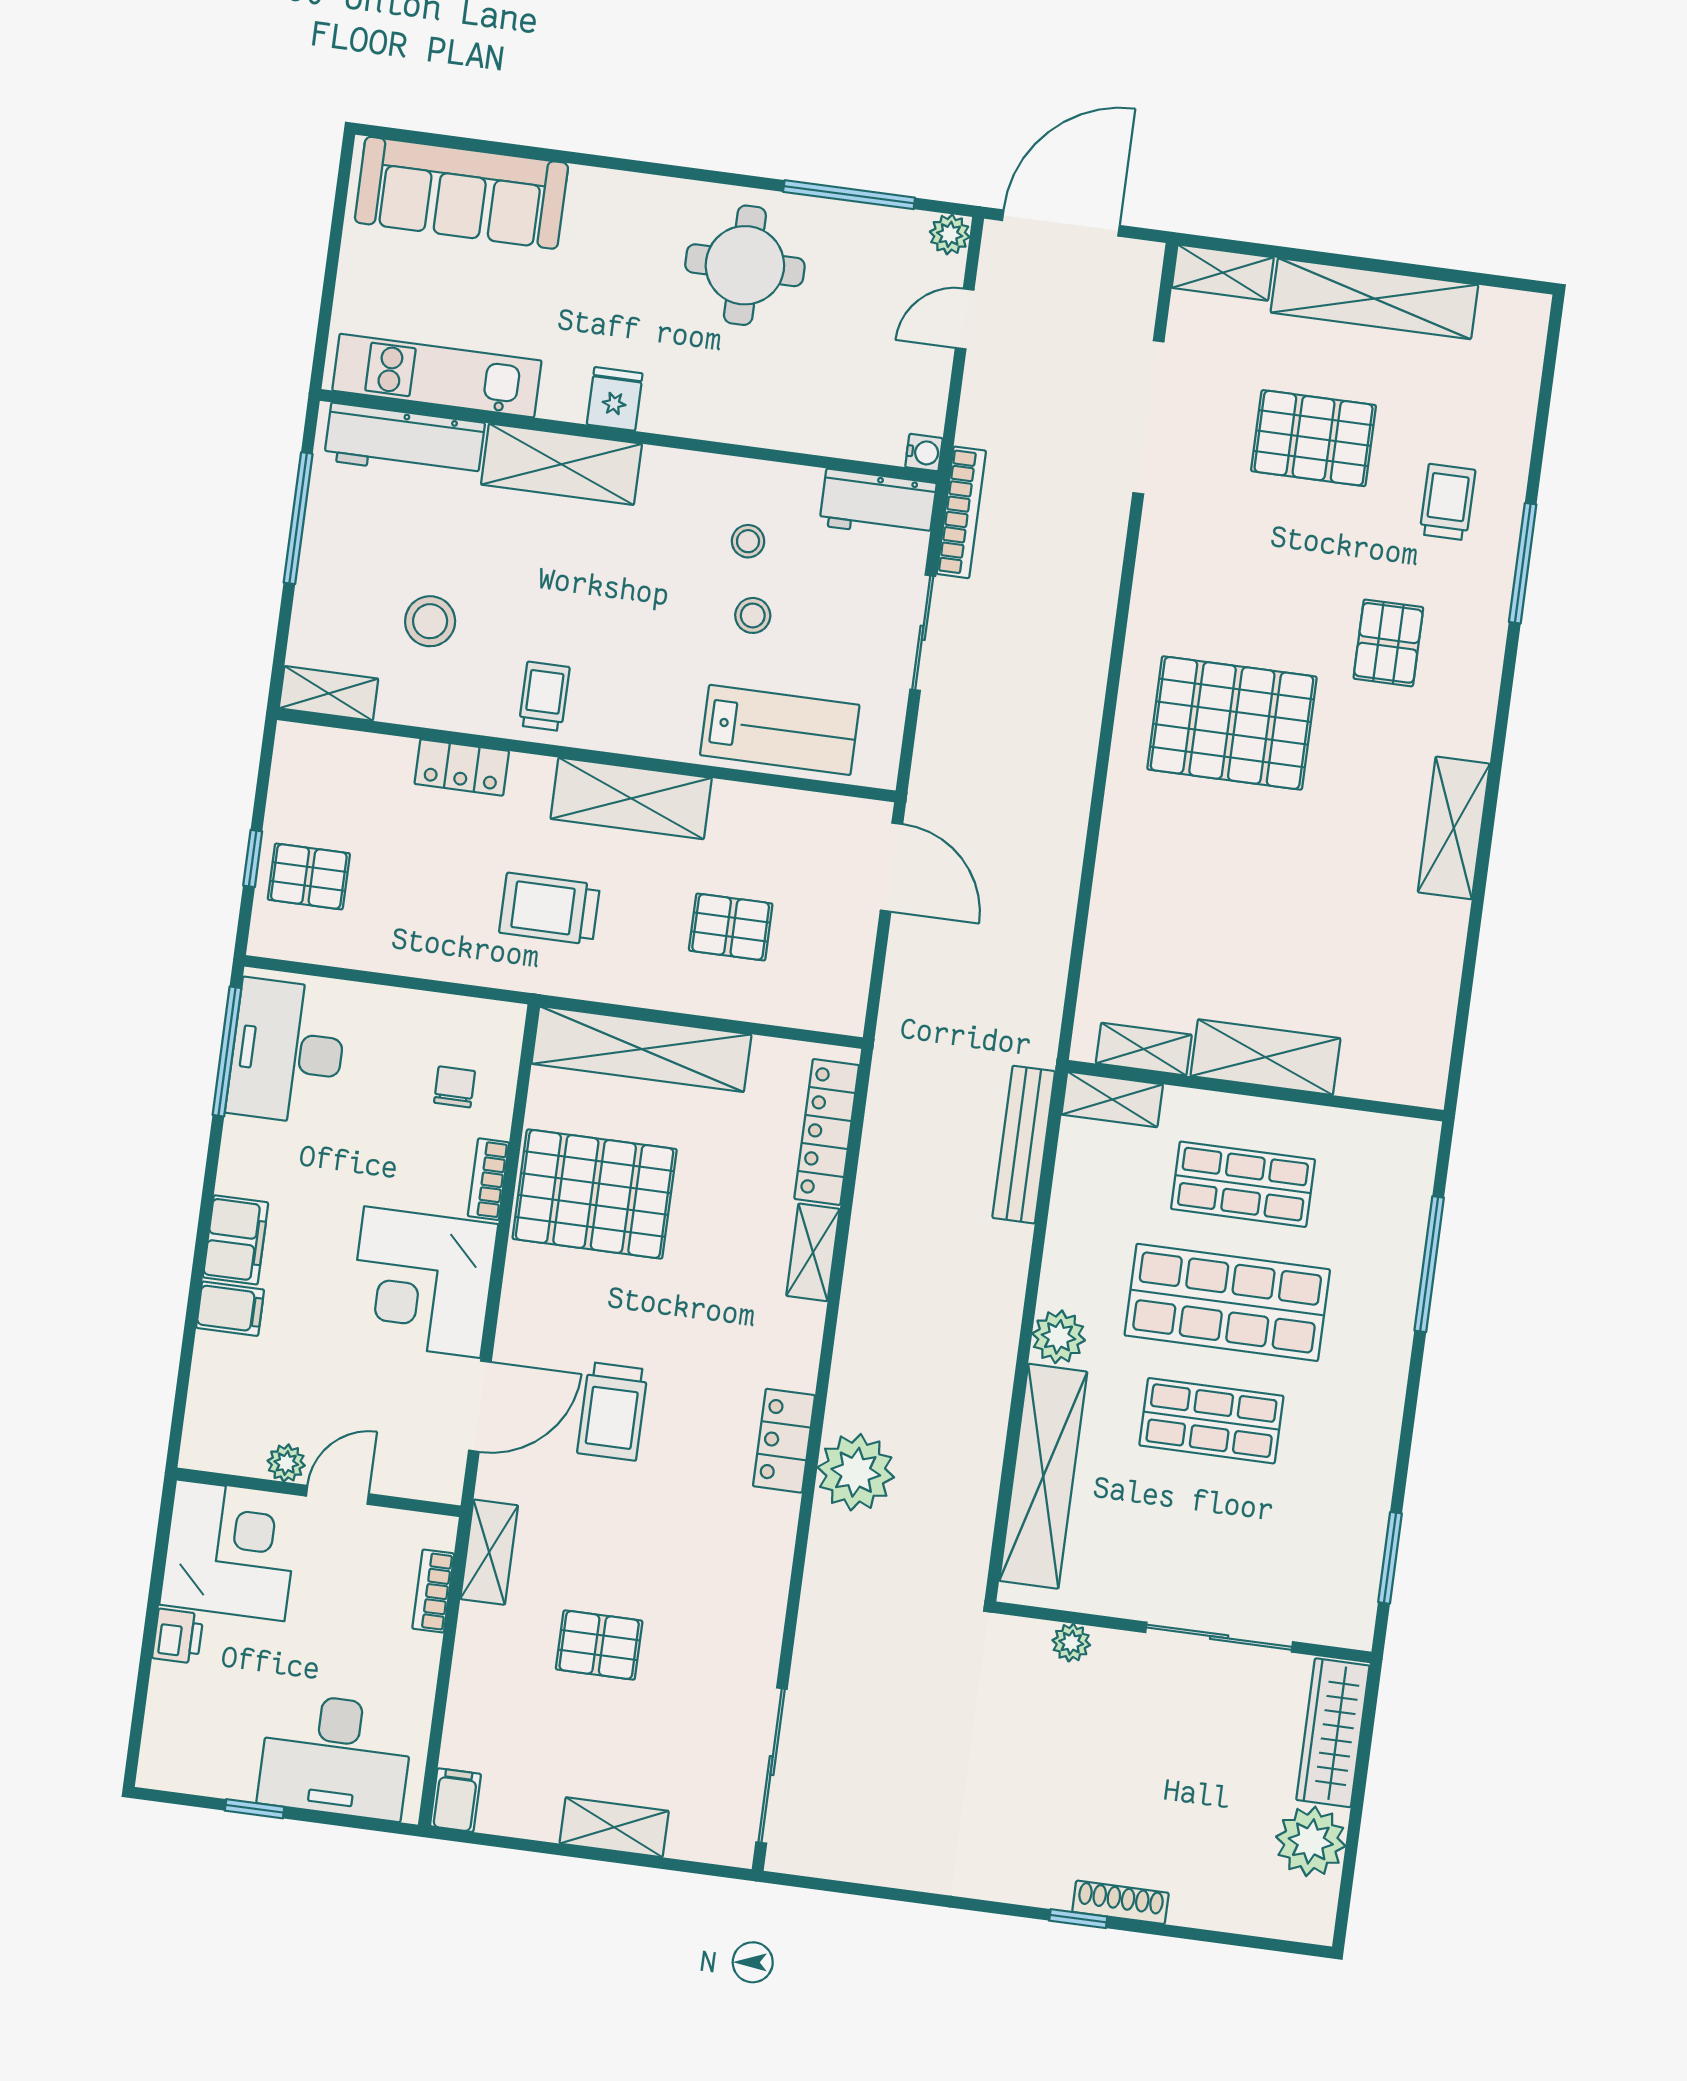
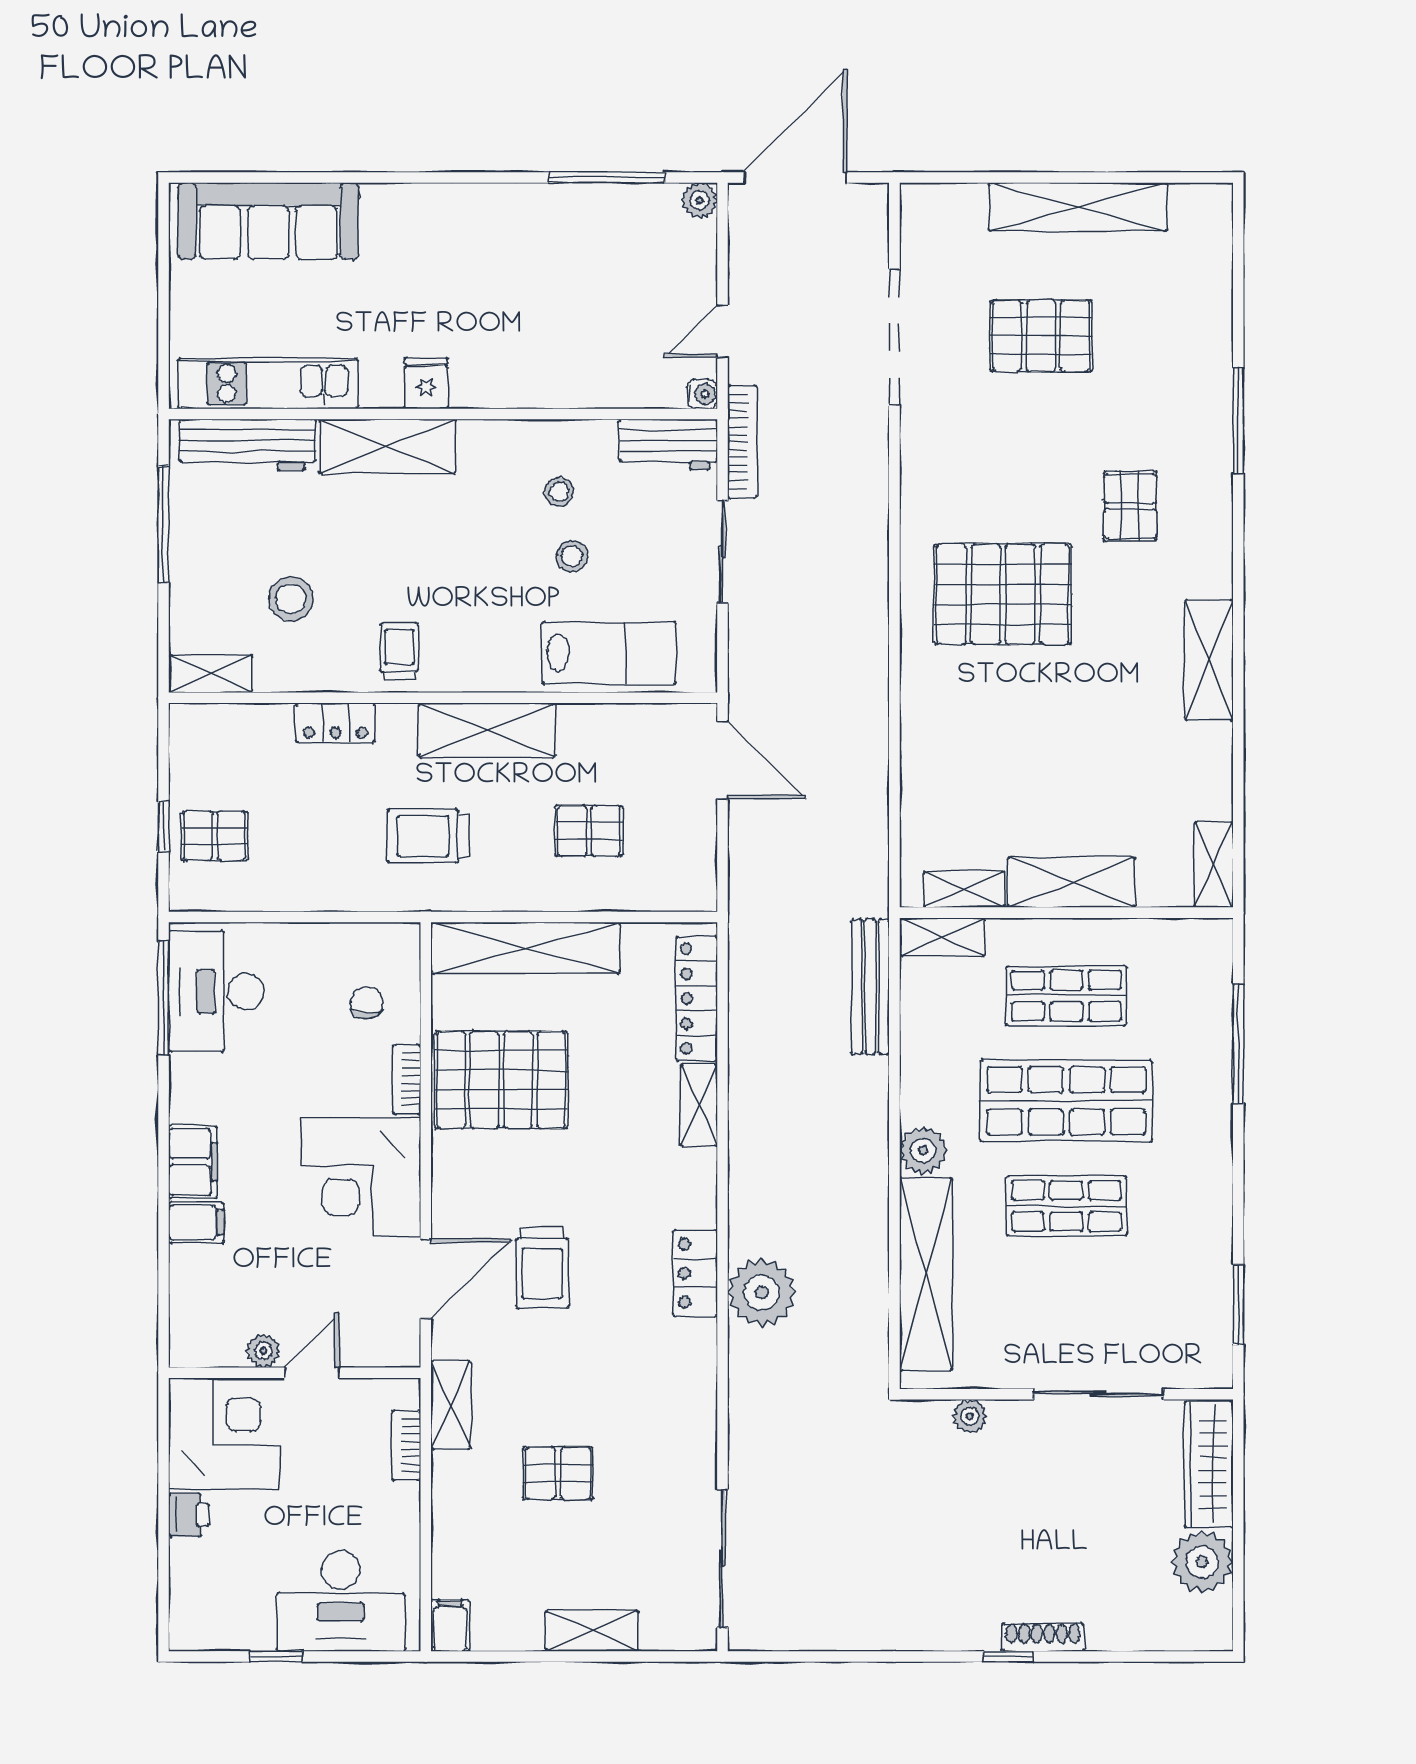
round table: (745, 265) -> (524, 251), removed
shelving: (1223, 273) -> (1214, 865), moved, turned 90
door: (965, 319) -> (722, 331), moved
trolley: (1447, 502) -> (1165, 376), removed

